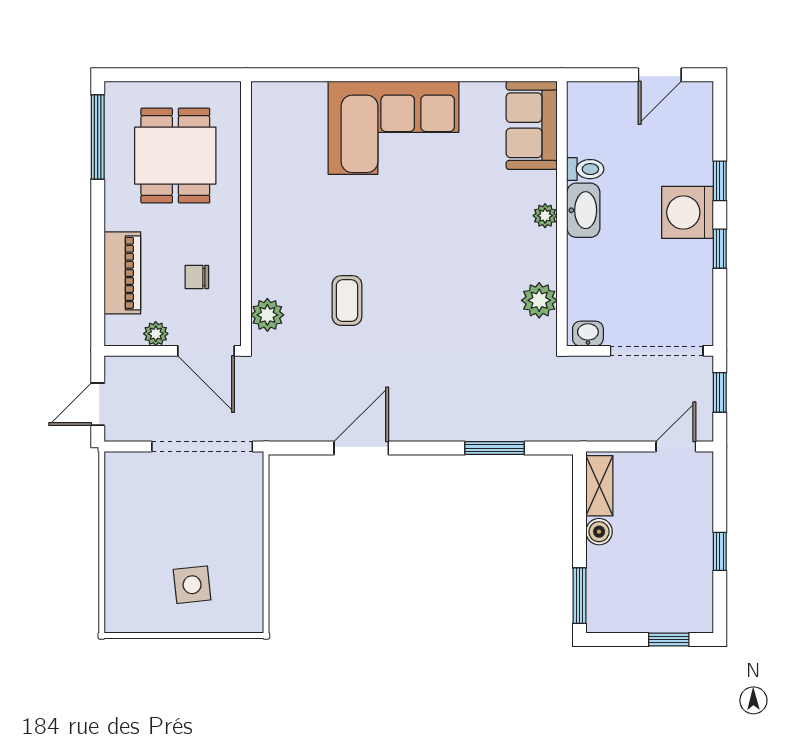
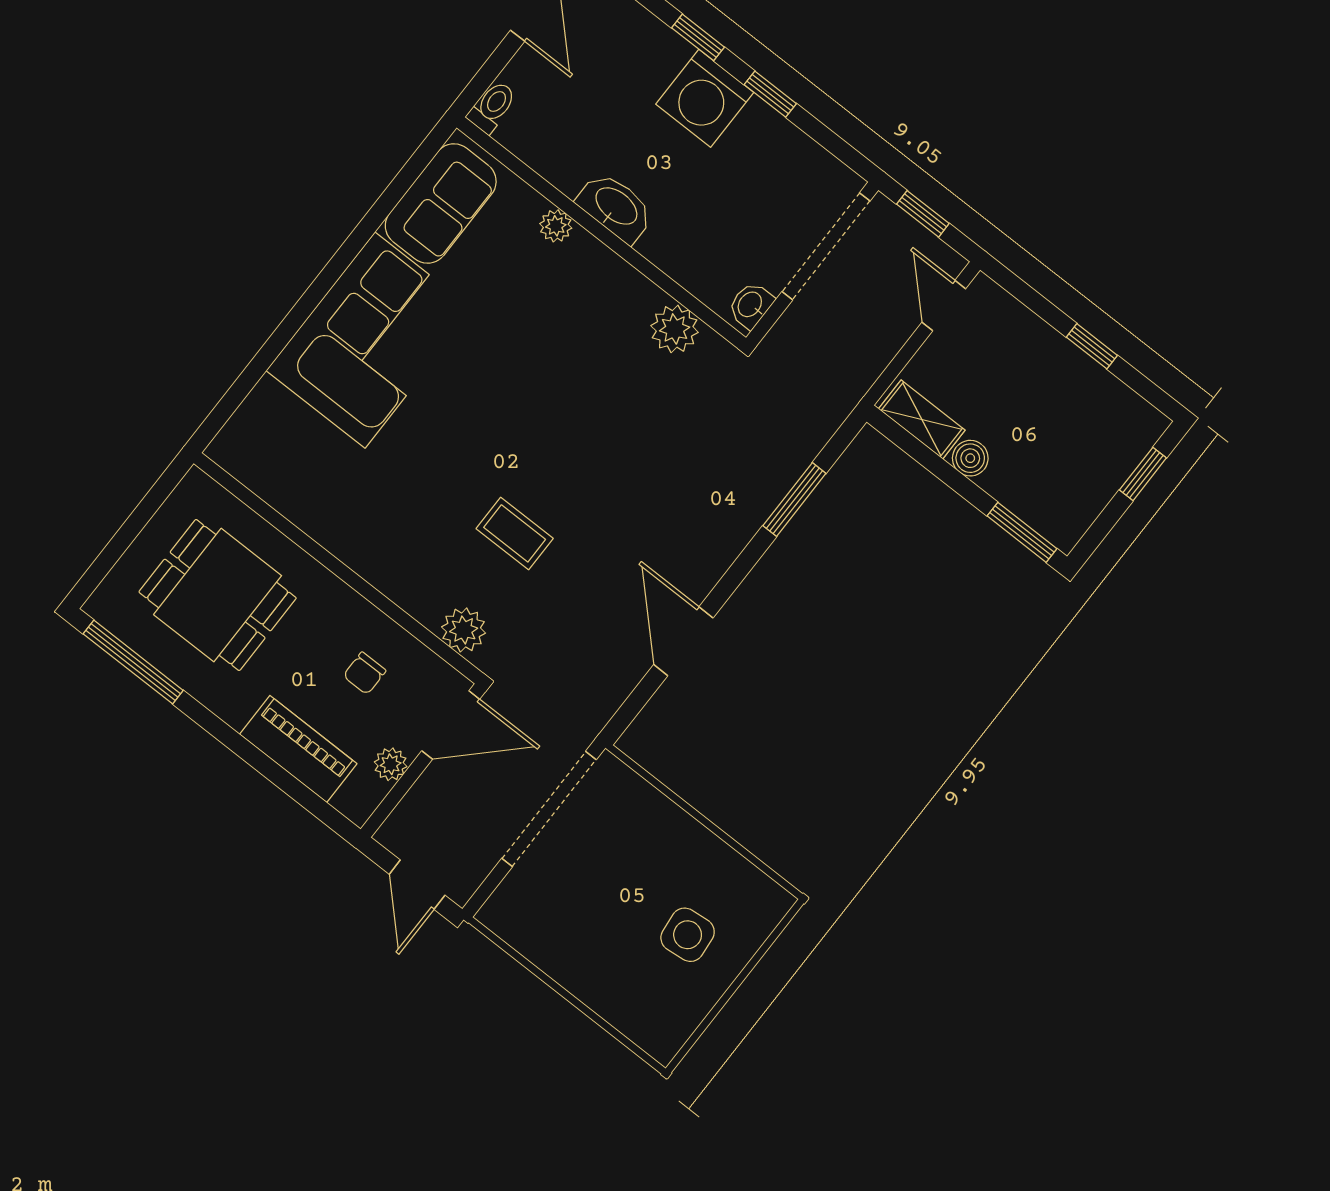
sofa: (532, 125) -> (441, 204), moved, turned -90
toilet: (585, 169) -> (492, 107), moved
plant: (545, 216) -> (556, 226), moved

